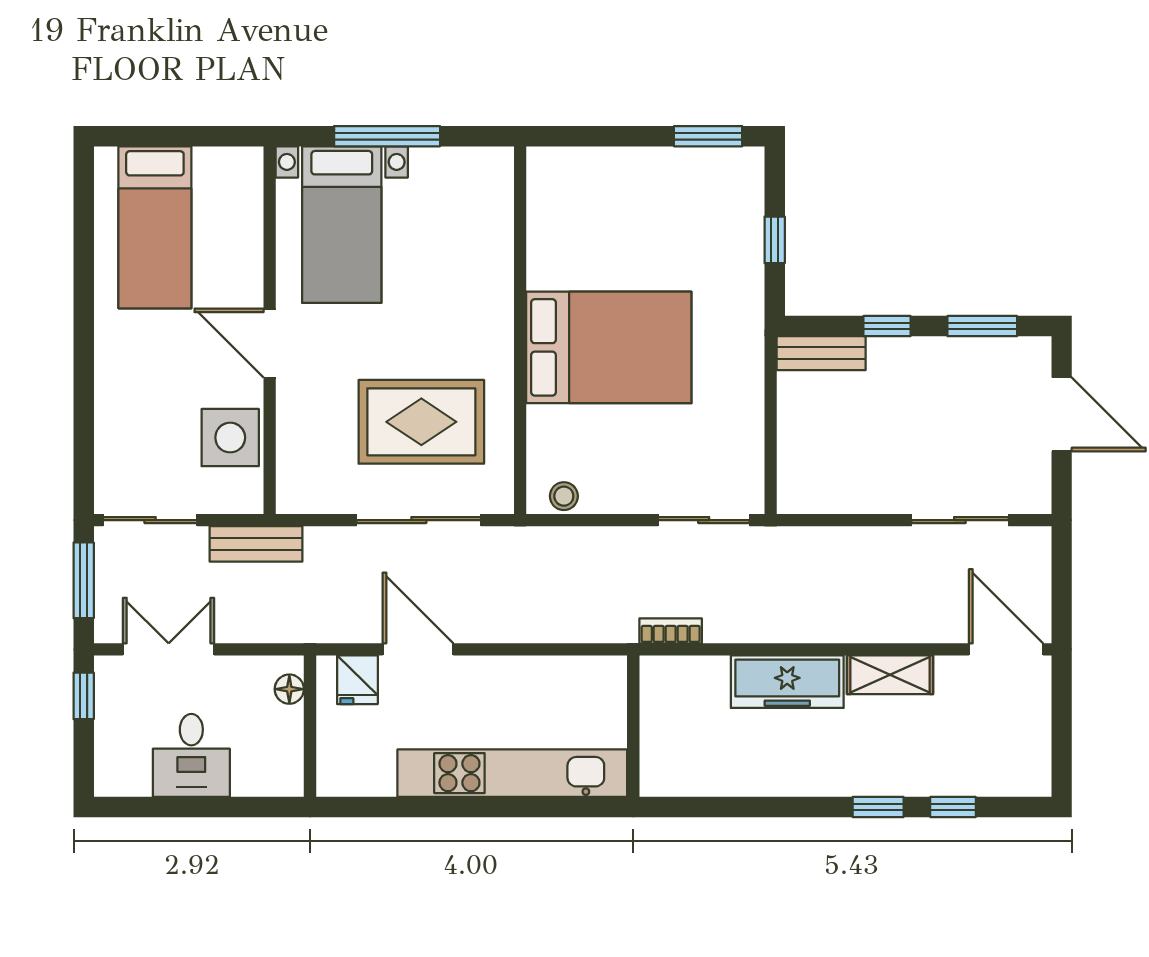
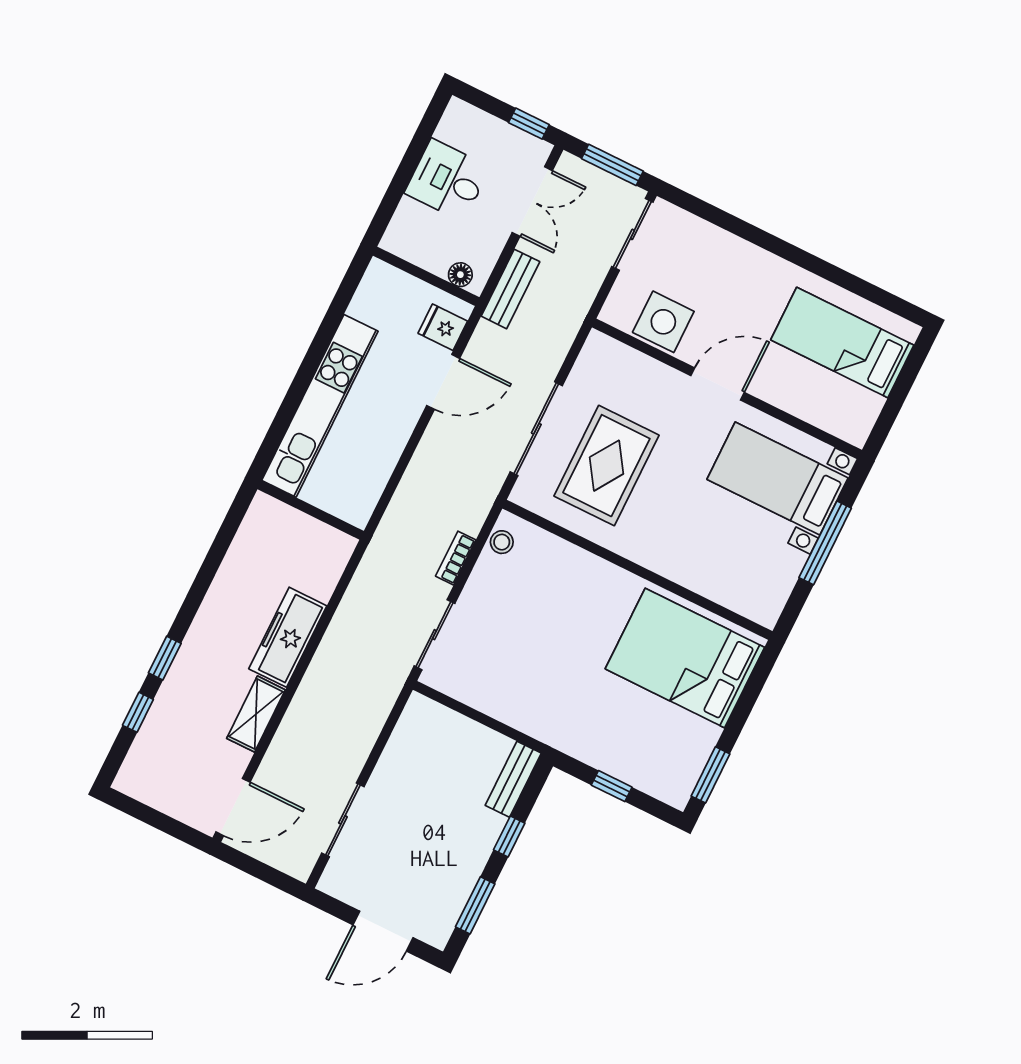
bed: (609, 347) -> (685, 658), moved, turned 90
bench: (256, 544) -> (510, 289), moved
bookcase: (671, 631) -> (456, 558), moved, turned 180

